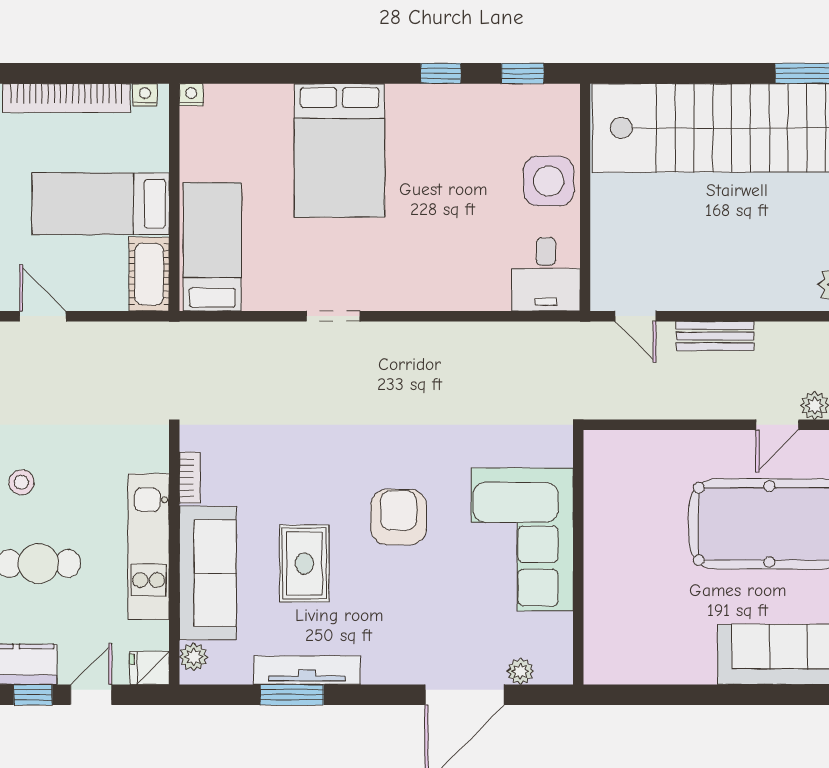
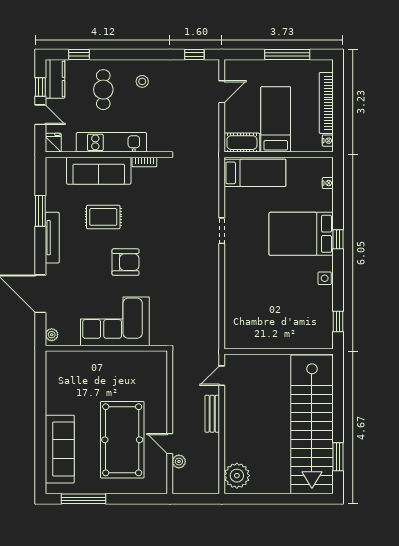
window: (441, 73) -> (338, 239), moved
nightstand: (191, 95) -> (328, 183), moved
side table: (549, 181) -> (325, 278), moved, width x0.54, depth x0.54
desk: (546, 274) -> (242, 333), removed
plant: (194, 657) -> (58, 164), removed
tv unit: (307, 670) -> (52, 238), moved
plant: (520, 671) -> (52, 335), moved

